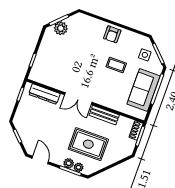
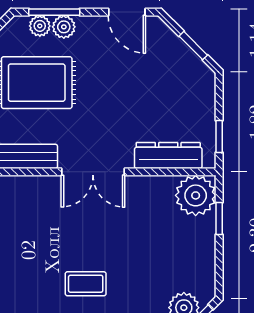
coffee table: (116, 65) -> (86, 284), moved
plant: (39, 73) -> (196, 195), added
double door: (78, 98) -> (93, 172), swing flipped

